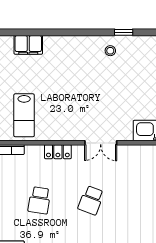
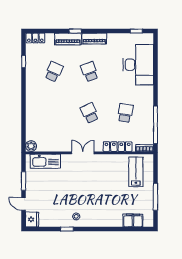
locker: (58, 152) -> (118, 147), width x1.53
school desk: (91, 200) -> (90, 113), turned -45

